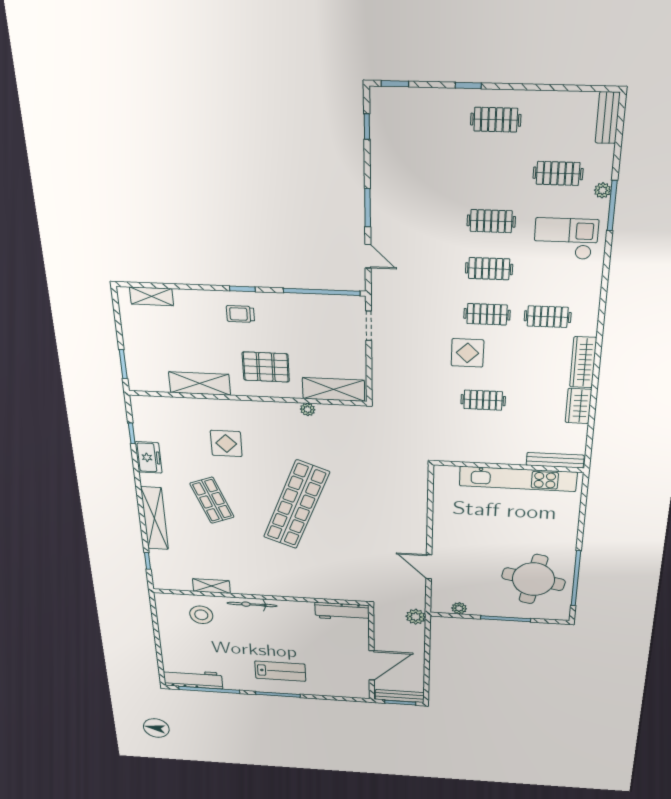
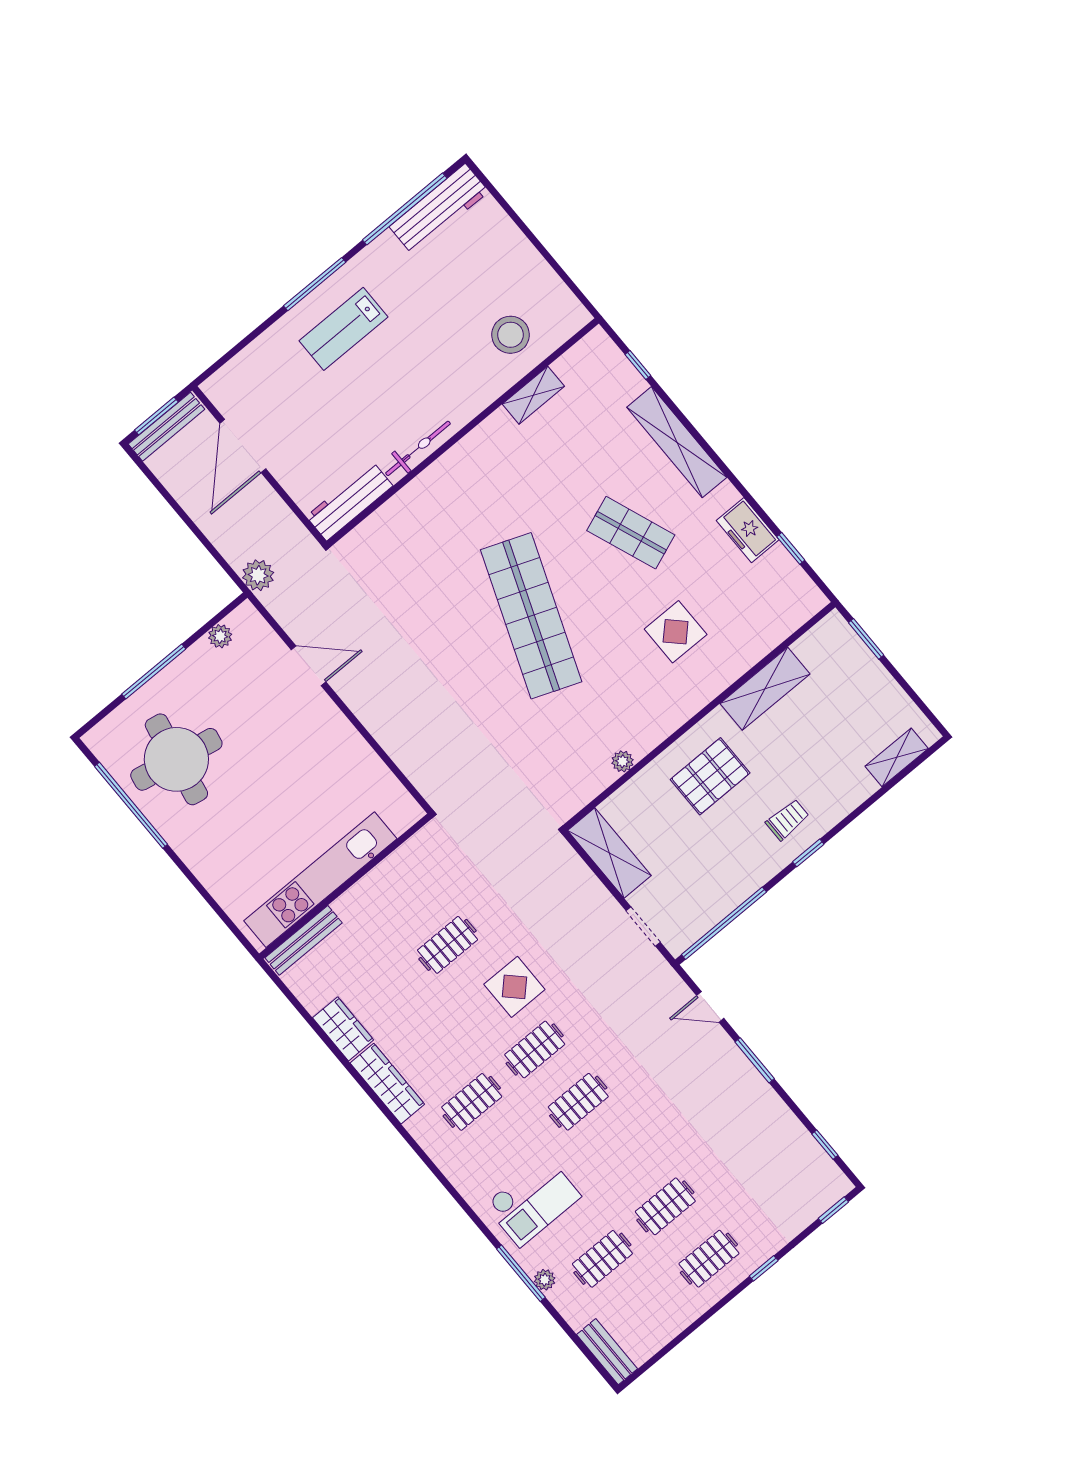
clothes rail: (491, 221) -> (665, 1206), moved
shelving: (334, 389) -> (609, 853), moved, turned 90
bicycle: (252, 604) -> (418, 448), moved

